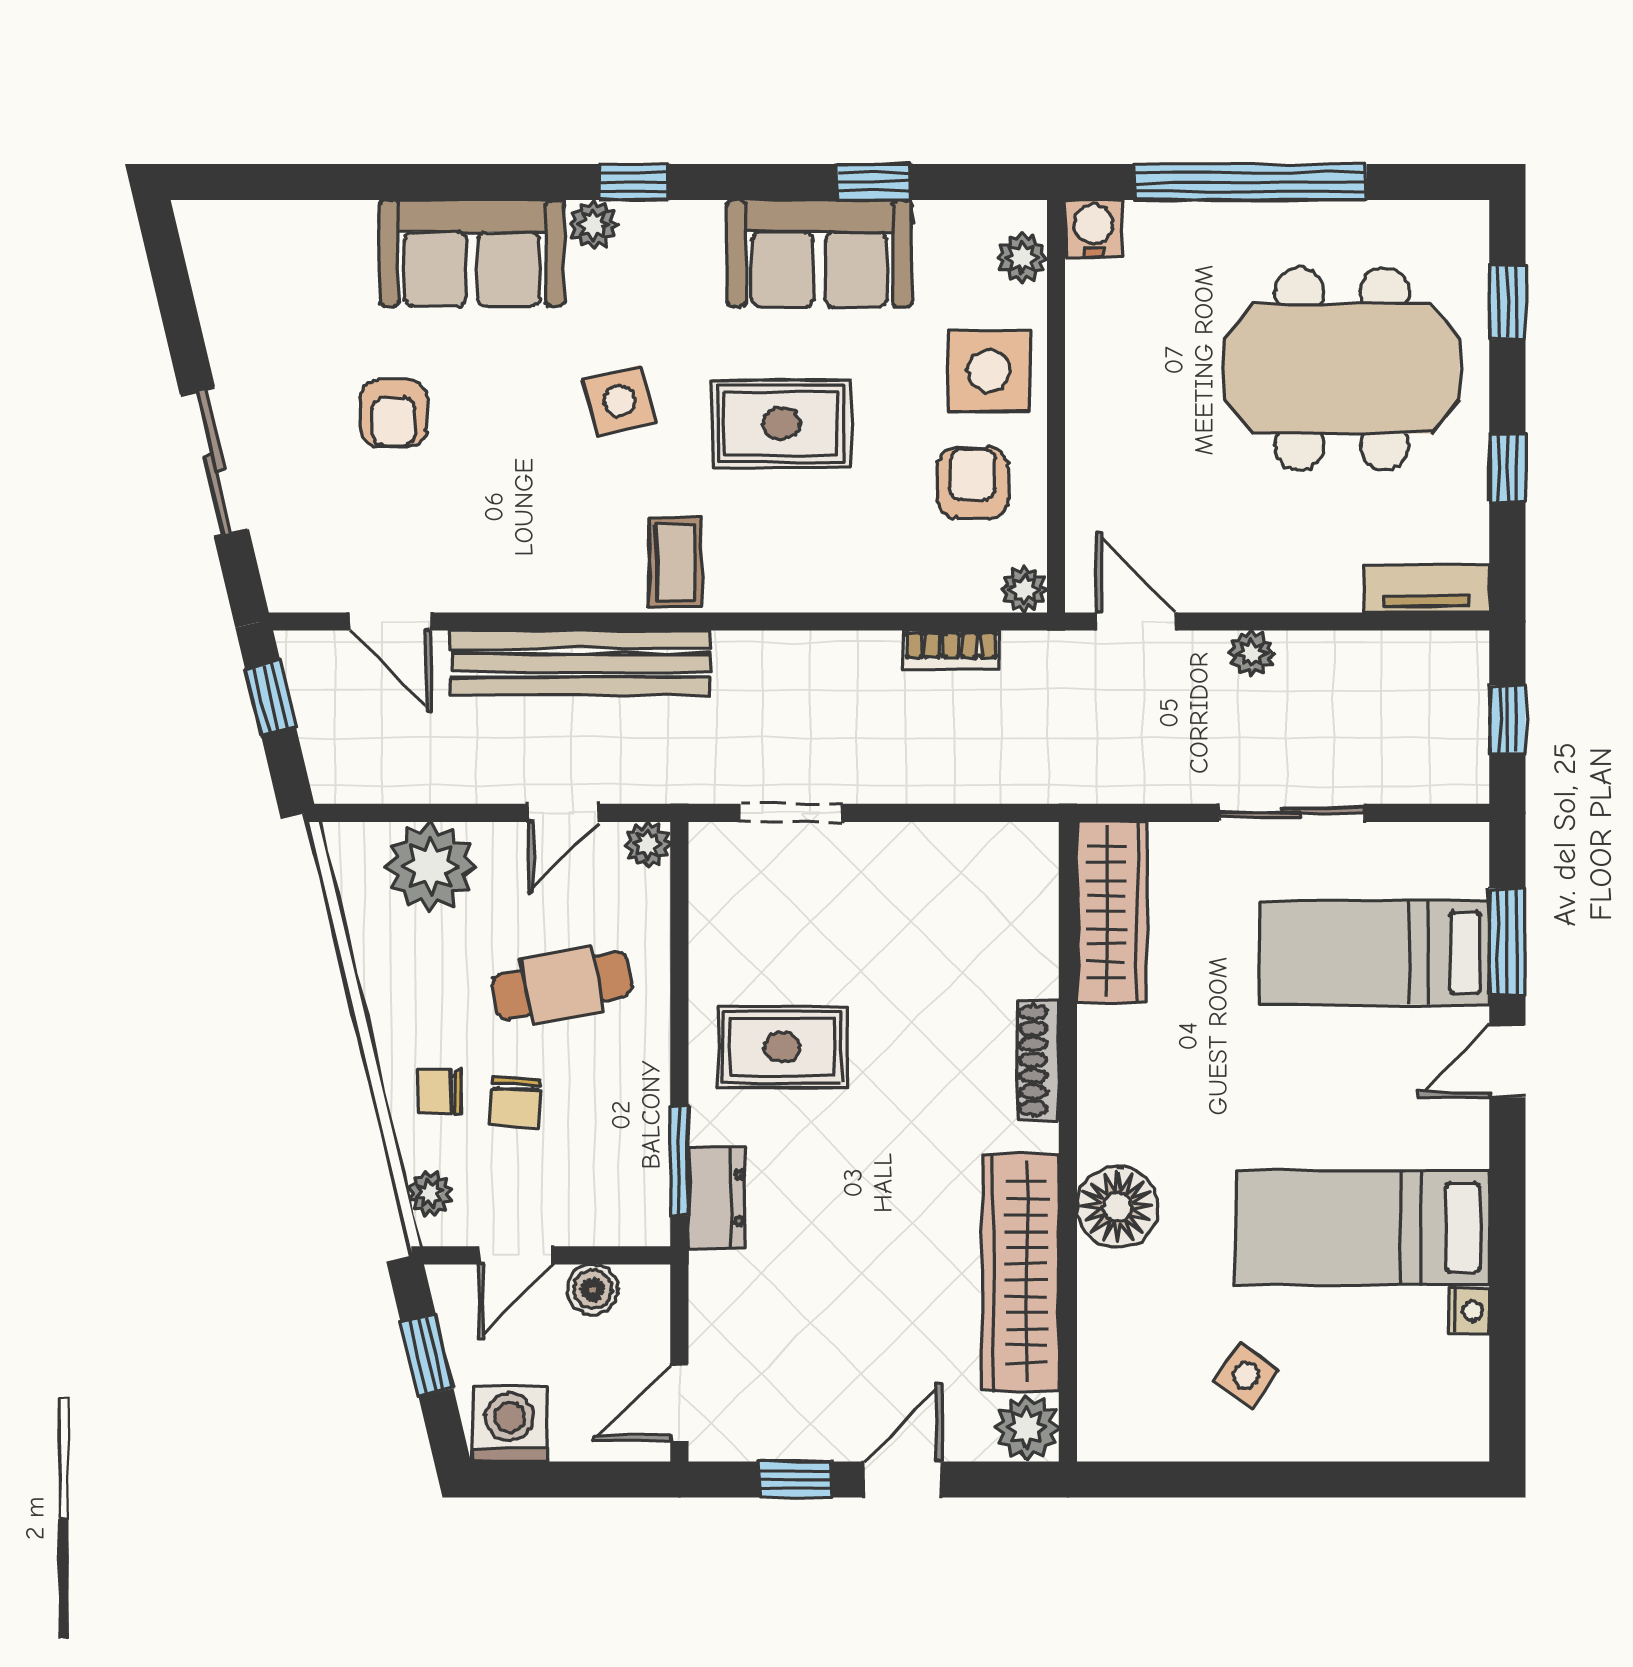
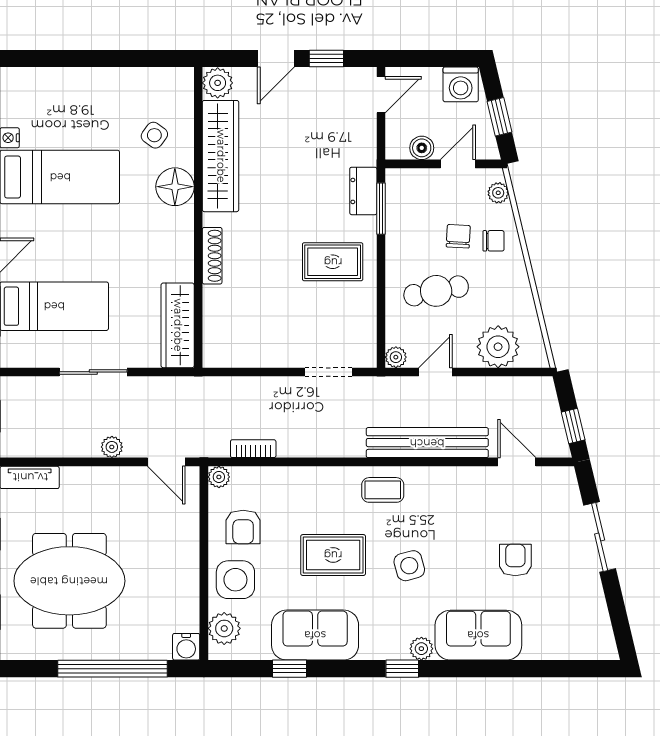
plant: (1022, 258) -> (224, 628), width x1.38, depth x1.38
coffee table: (676, 562) -> (383, 490), turned 90
side table: (1246, 1375) -> (154, 135), moved

